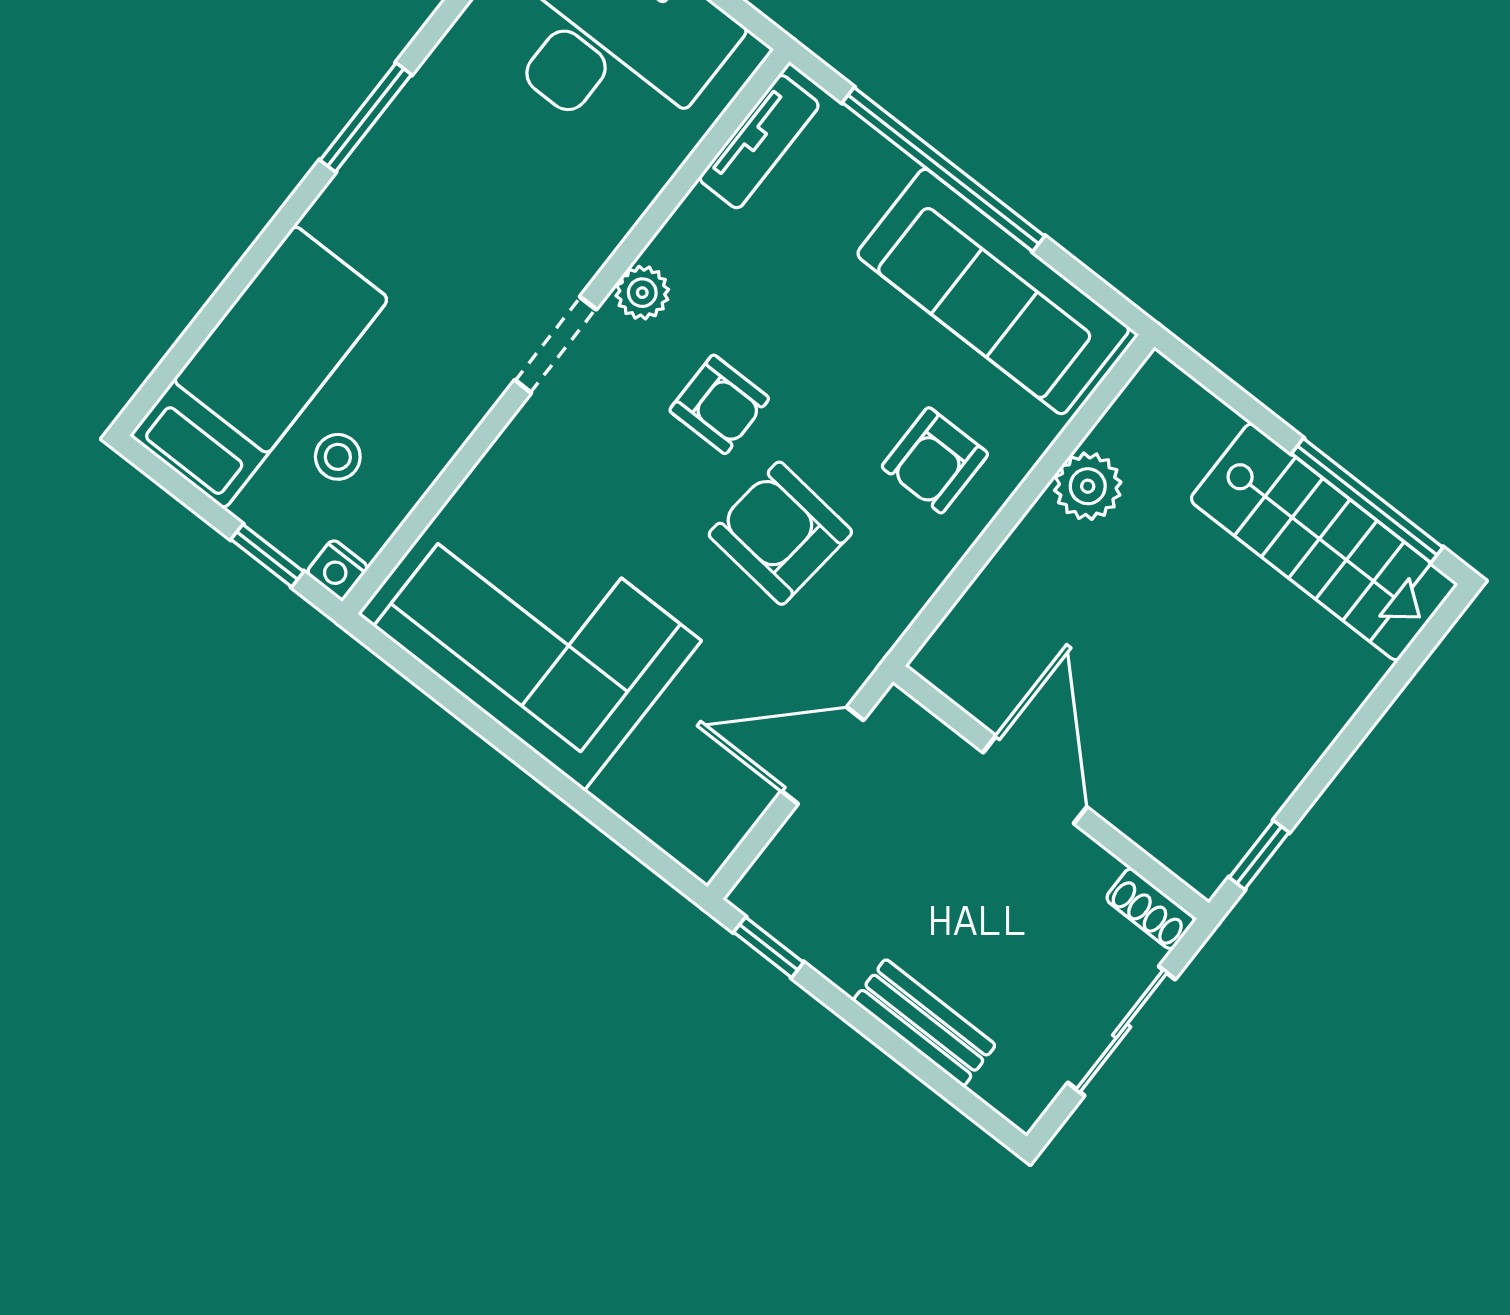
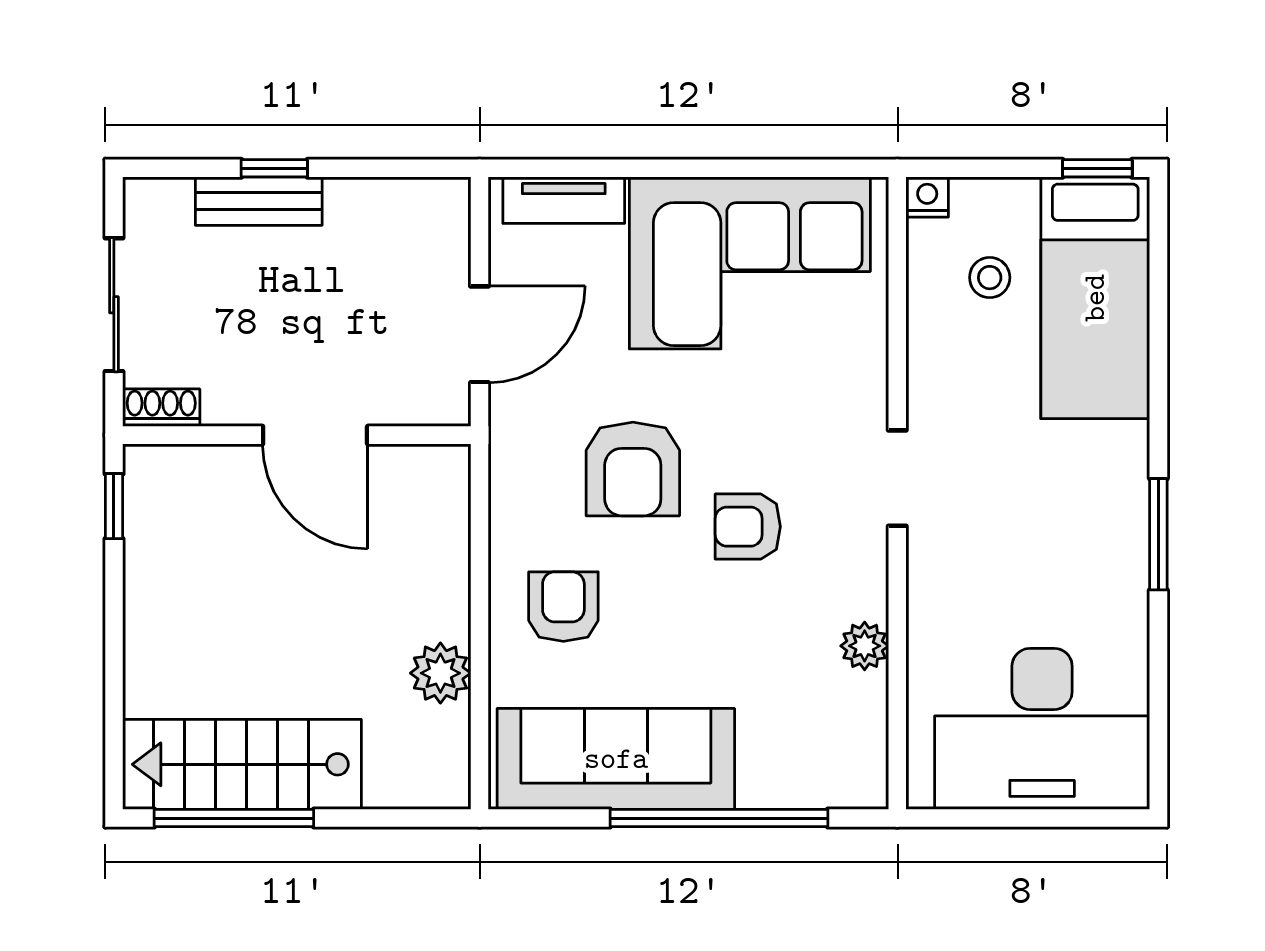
tv unit: (759, 142) -> (564, 200), moved, turned -90
plant: (642, 293) -> (865, 646), moved
armchair: (780, 533) -> (633, 469), turned 84
window: (267, 556) -> (1097, 168), moved
window: (769, 947) -> (274, 168), moved

